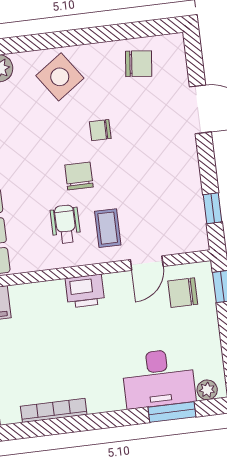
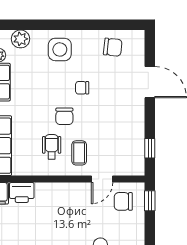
side table: (60, 77) -> (60, 49), turned 36
chair: (79, 176) -> (64, 116), turned 180
printer: (85, 291) -> (22, 193), moved

